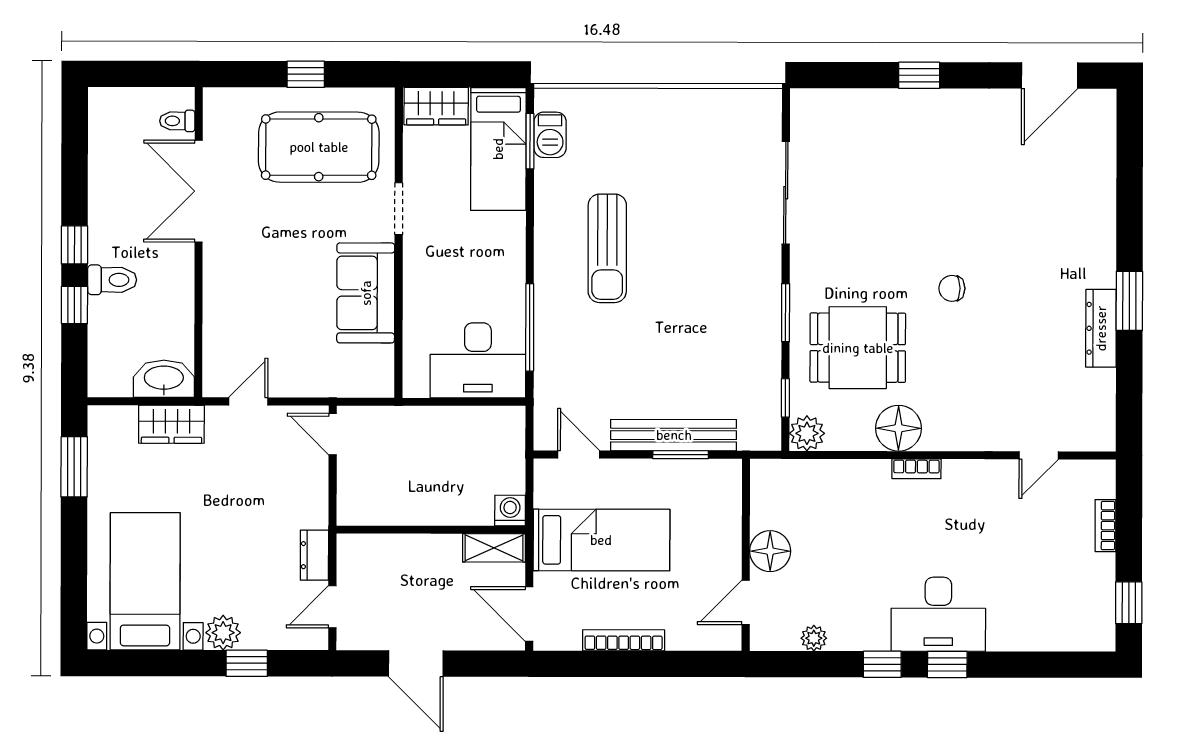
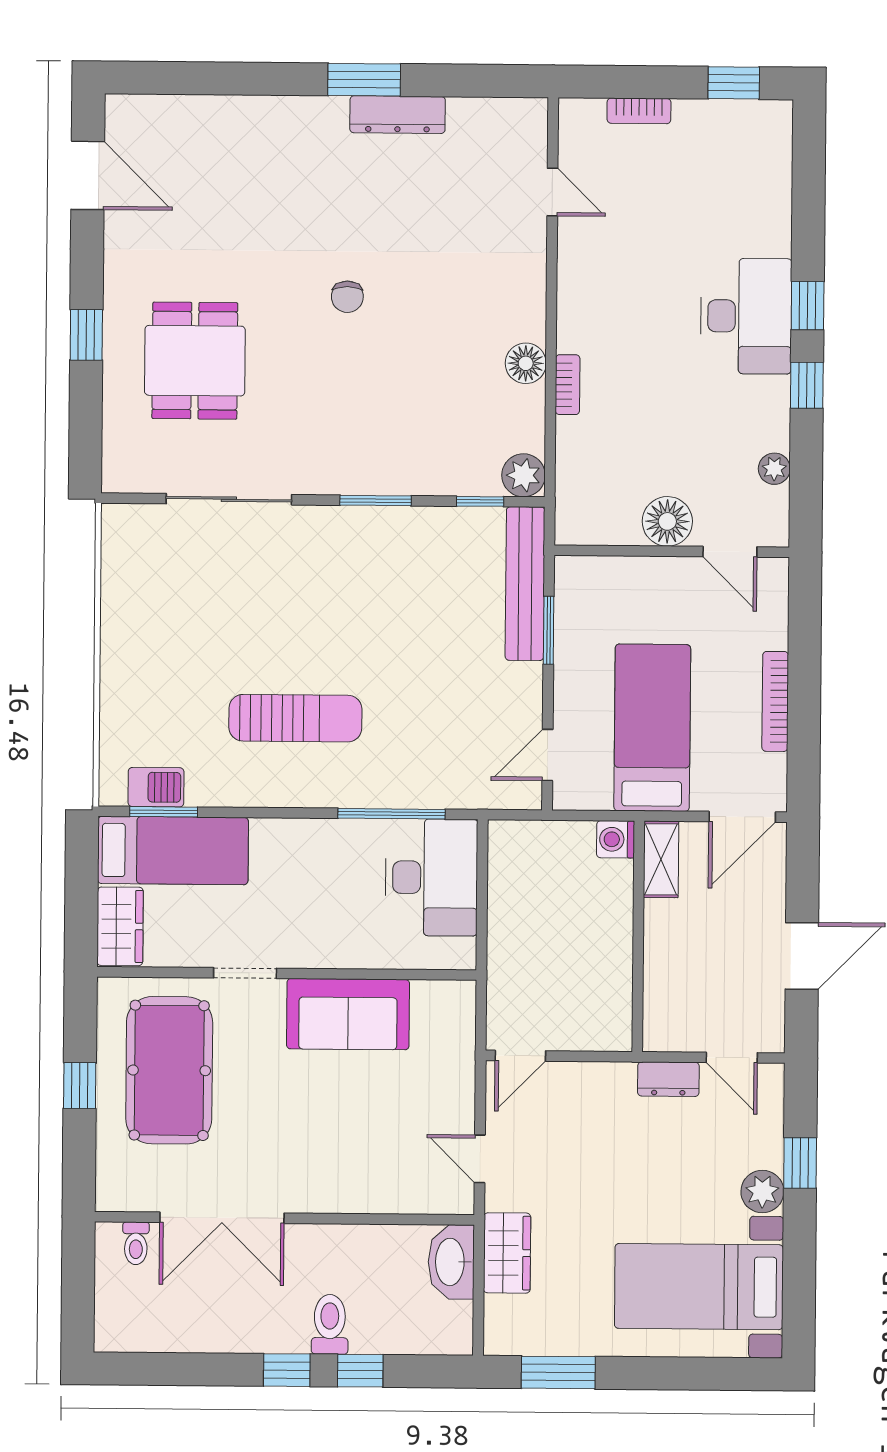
dining table: (858, 348) -> (195, 361), moved
floor lamp: (899, 428) -> (526, 363), width x0.73, depth x0.73
bench: (674, 435) -> (525, 584), moved
bookcase: (916, 469) -> (568, 385), moved

